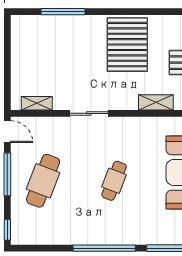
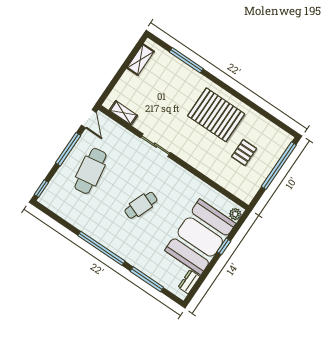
pallet: (127, 45) -> (216, 115), turned 90
shelving: (156, 102) -> (140, 60), moved, turned 90
cafe table: (43, 181) -> (90, 171), turned -30

